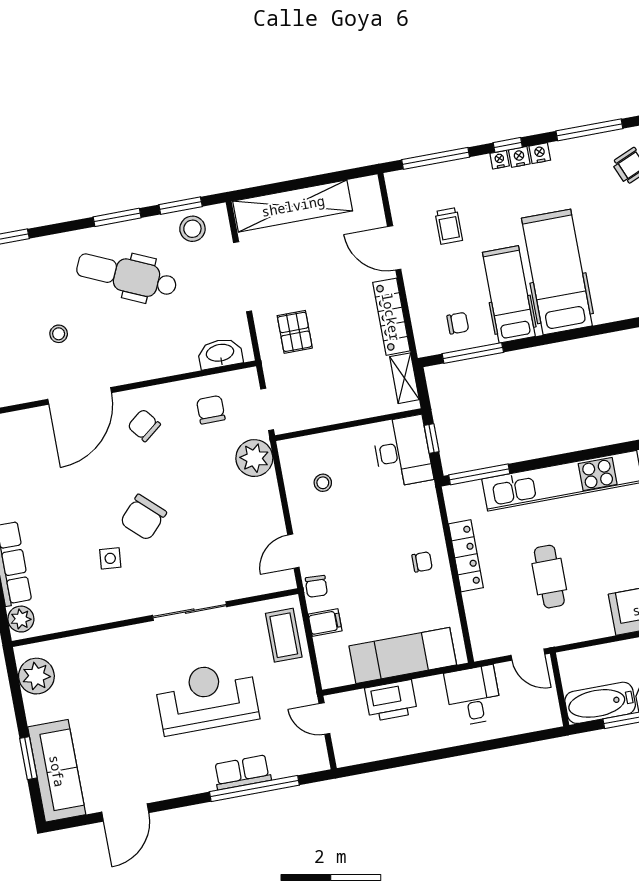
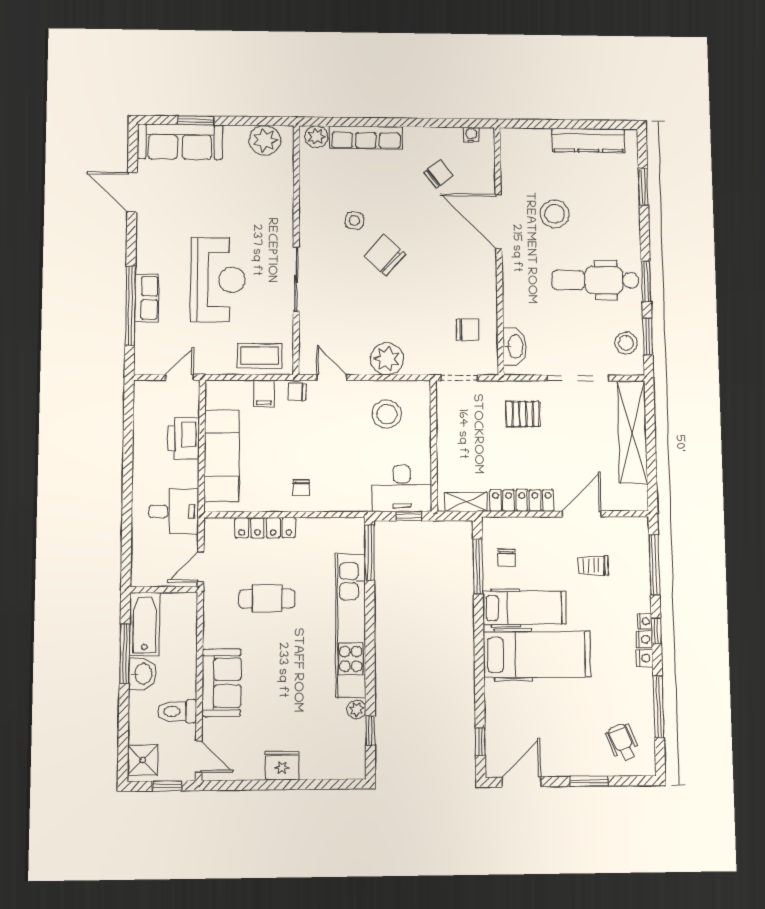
dental chair: (127, 275) -> (595, 280), turned -114
stool: (59, 334) -> (555, 214), width x1.89, depth x1.89
chair: (144, 425) -> (438, 174), moved
plant: (254, 458) -> (387, 359), moved
stool: (323, 483) -> (387, 414), width x1.89, depth x1.89
locker: (466, 556) -> (265, 528), moved

